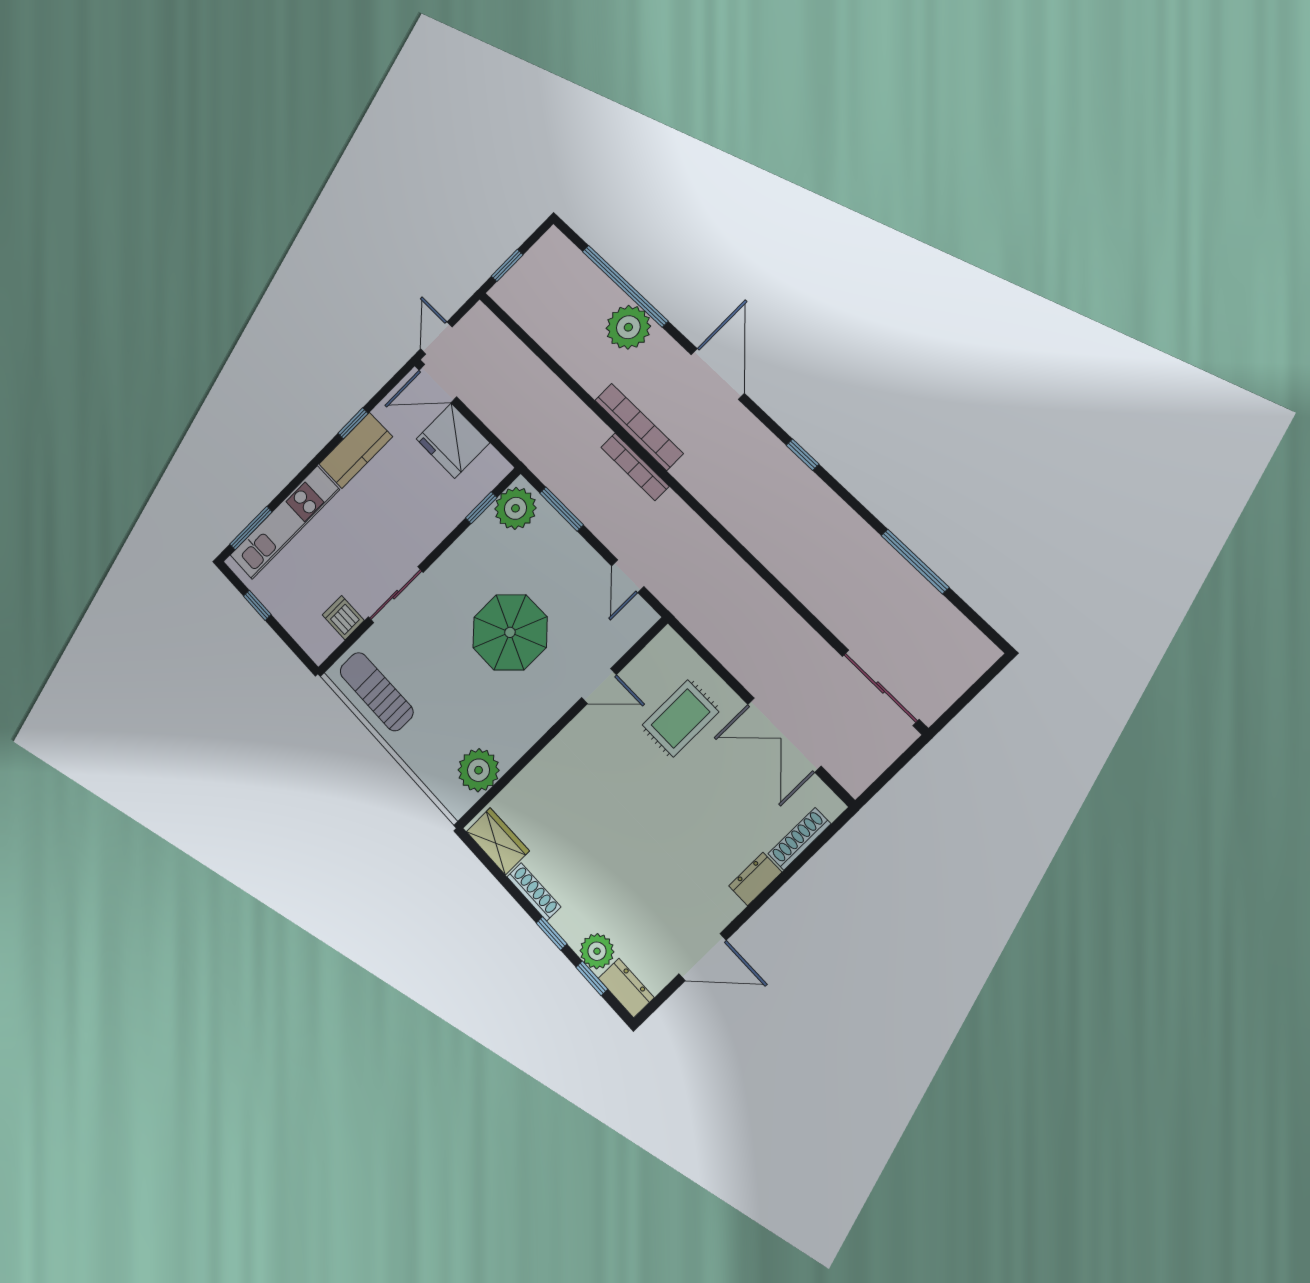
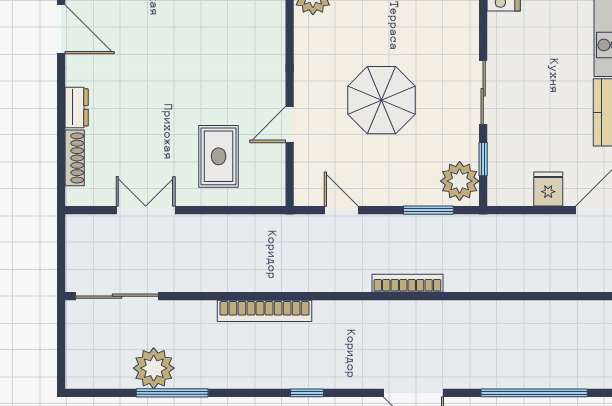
plant: (628, 327) -> (154, 368), moved
bookcase: (639, 427) -> (265, 311), moved
fridge: (453, 441) -> (548, 189), width x0.53, depth x0.75
sliding door: (396, 595) -> (483, 92), moved
double door: (784, 735) -> (146, 210), width x0.73
door: (703, 957) -> (61, 29), swing flipped

